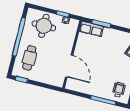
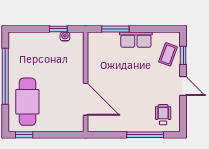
round table: (44, 26) -> (36, 52), removed
row of seats: (91, 29) -> (136, 40), moved
cafe table: (29, 58) -> (27, 102), width x1.37, depth x1.35

